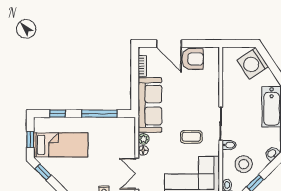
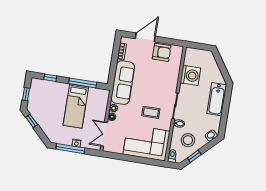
door: (169, 44) -> (145, 37), swing flipped
washing machine: (253, 63) -> (190, 75), moved, turned -146
bed: (61, 145) -> (76, 106), moved, turned 90

